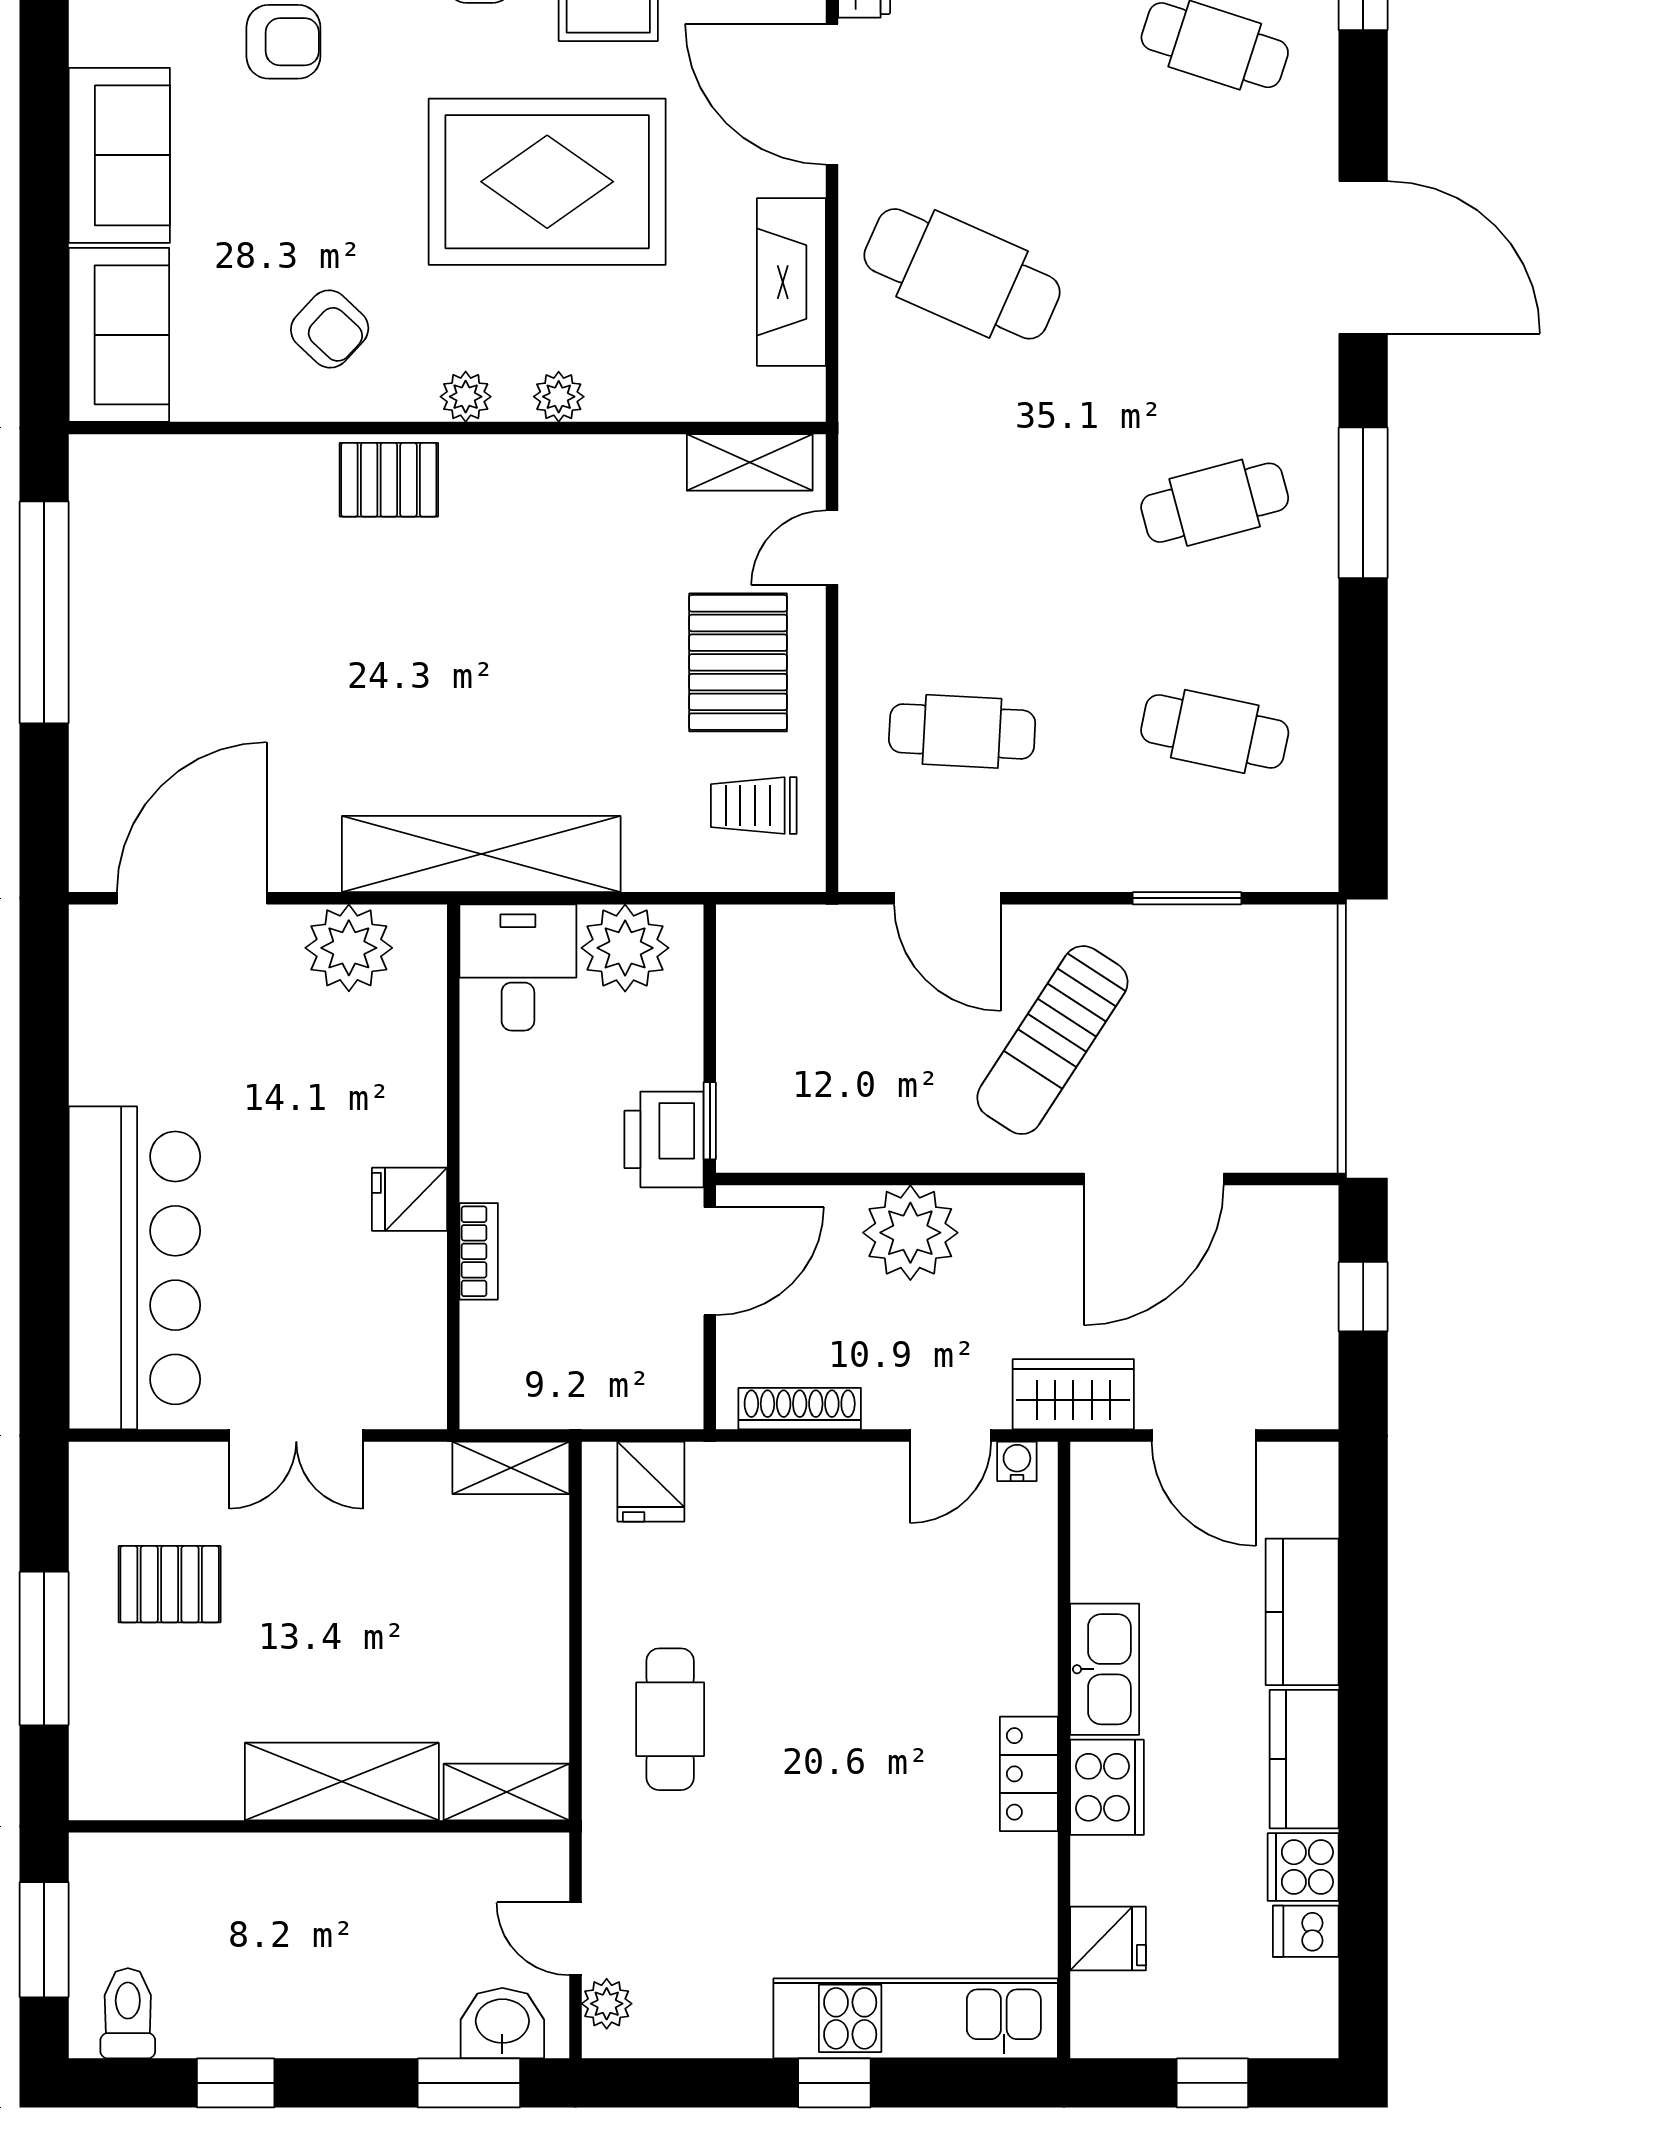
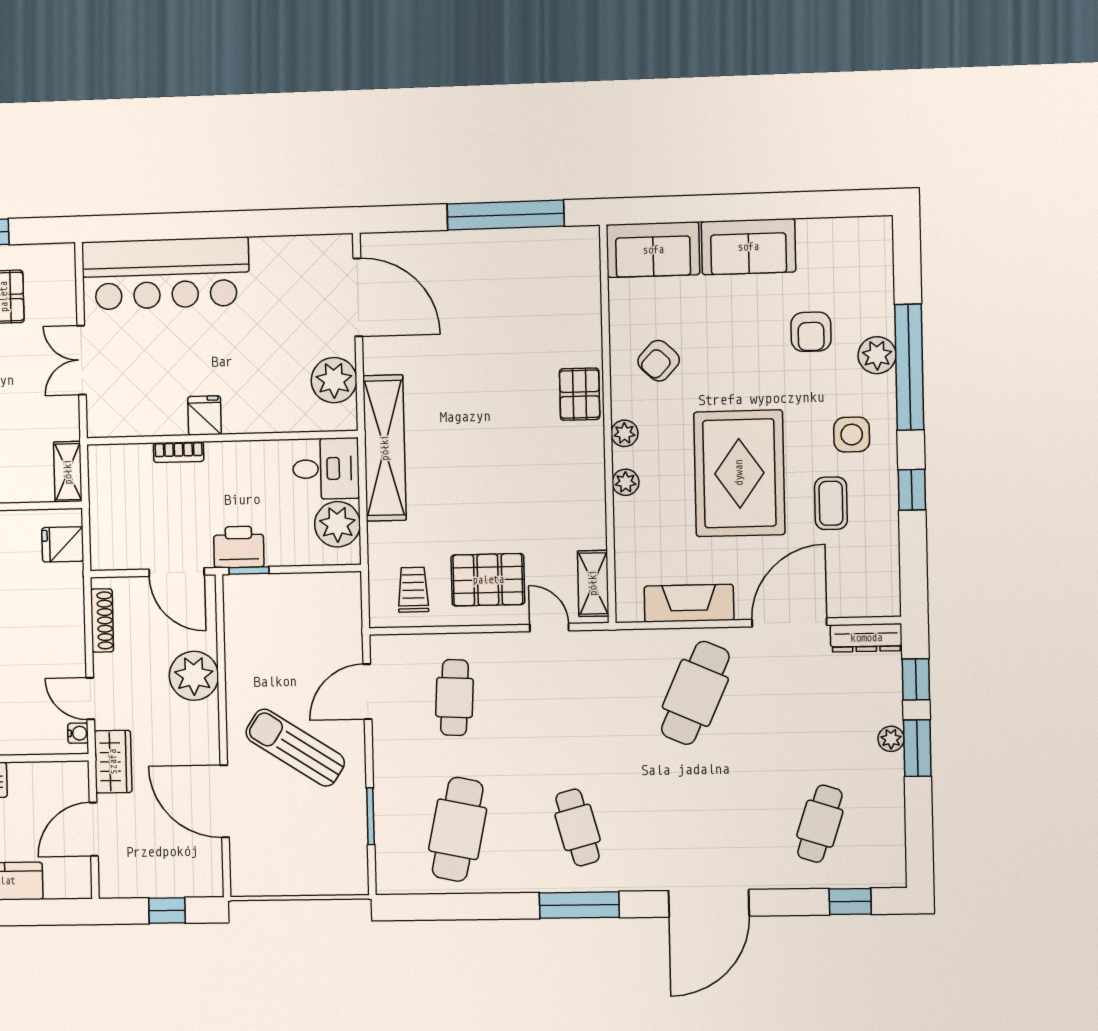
cafe table: (1215, 731) -> (458, 829), width x1.37, depth x1.35

